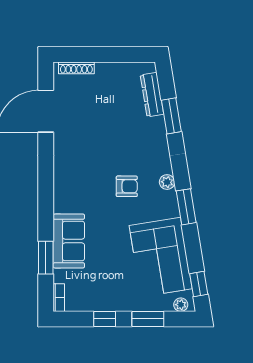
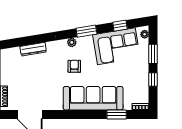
dresser: (152, 95) -> (33, 49), moved
window: (171, 116) -> (32, 40), removed
sofa: (69, 241) -> (93, 98), width x1.85, depth x1.27
window: (199, 284) -> (120, 26), moved

